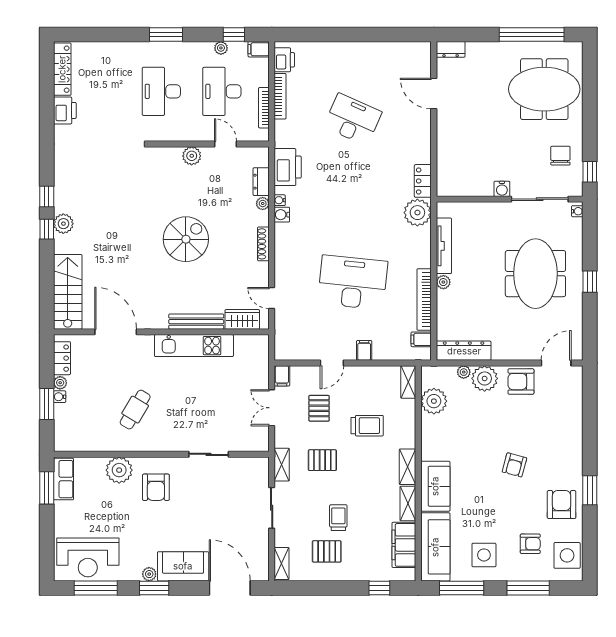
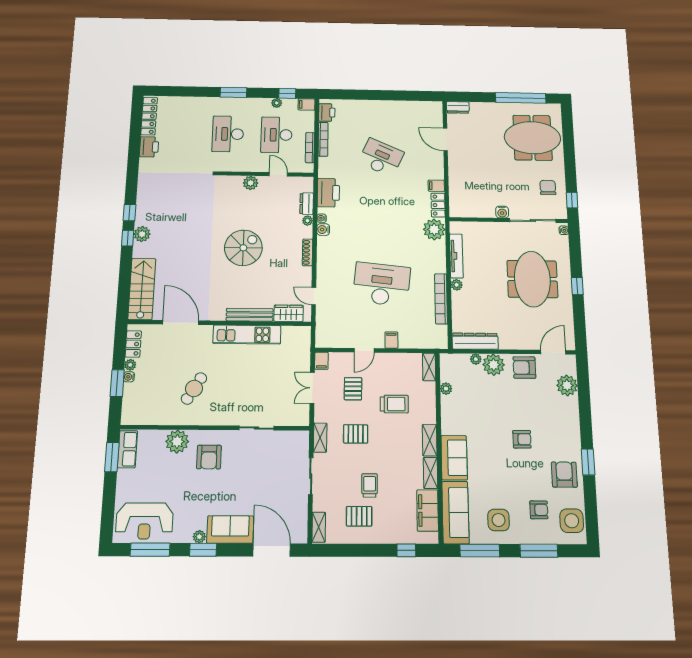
filing cabinet: (421, 339) -> (436, 186), moved
plant: (434, 401) -> (446, 389), width x0.53, depth x0.53
plant: (570, 402) -> (567, 385), added
armchair: (514, 465) -> (522, 439), turned -105

